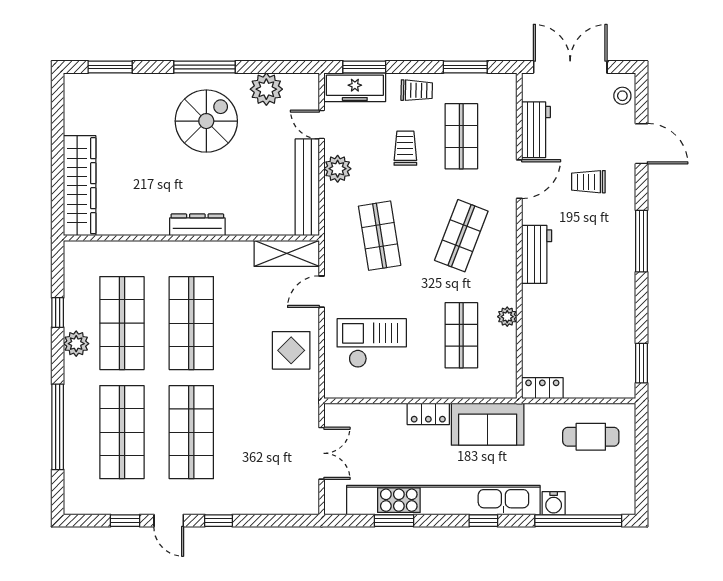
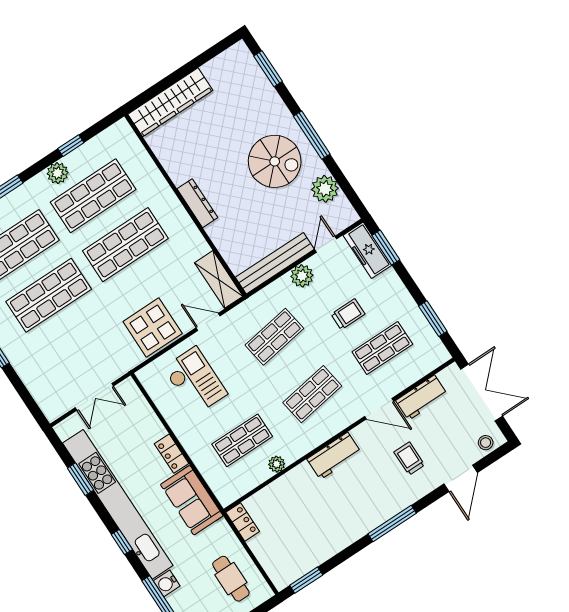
trolley: (417, 90) -> (394, 295), removed
shop shelf: (461, 236) -> (312, 394), turned -30
display table: (291, 350) -> (153, 328), width x1.36, depth x1.36

